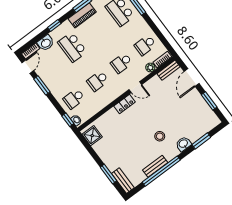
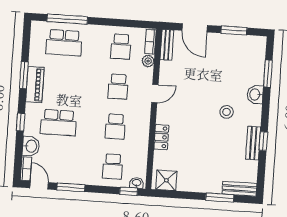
locker: (125, 104) -> (161, 137), moved
window: (161, 171) -> (263, 141), width x0.32

